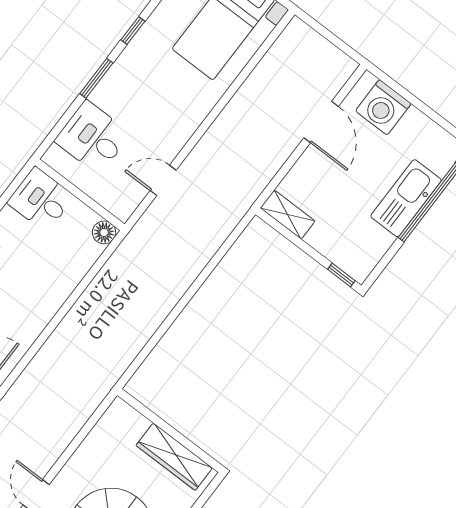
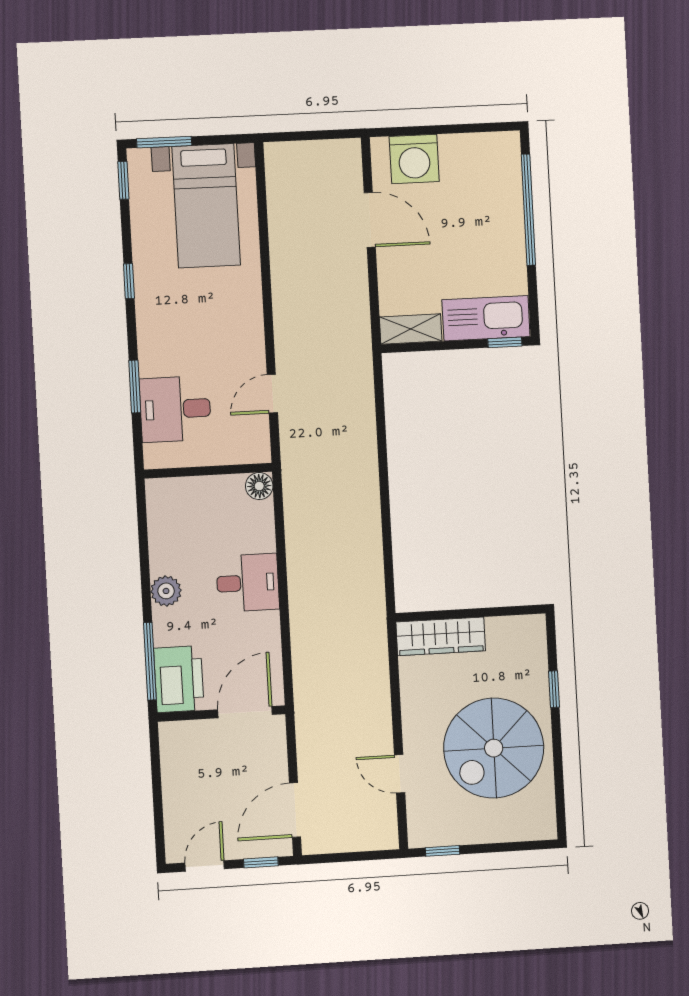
window: (96, 78) -> (135, 387), moved
kitchen sink: (406, 198) -> (486, 318), moved, turned 90
desk: (41, 200) -> (248, 583), moved, turned 180
wardrobe: (174, 457) -> (441, 636), moved

